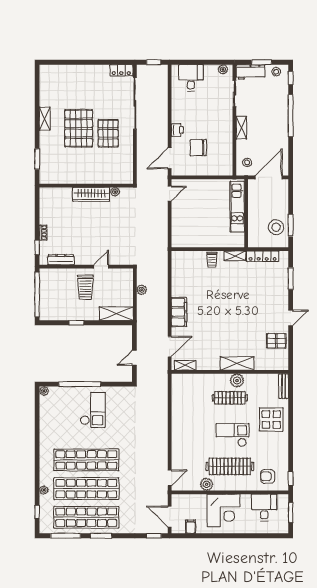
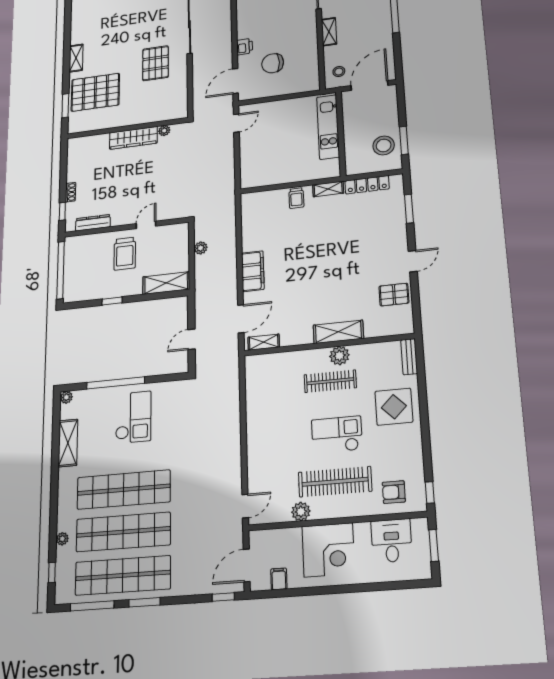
pallet: (79, 128) -> (95, 92), moved, turned 90
shelving: (46, 424) -> (68, 443), added
door: (170, 517) -> (247, 565), hinge flipped

